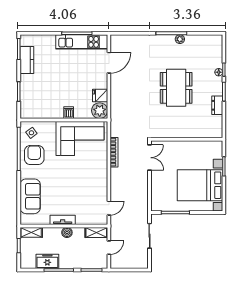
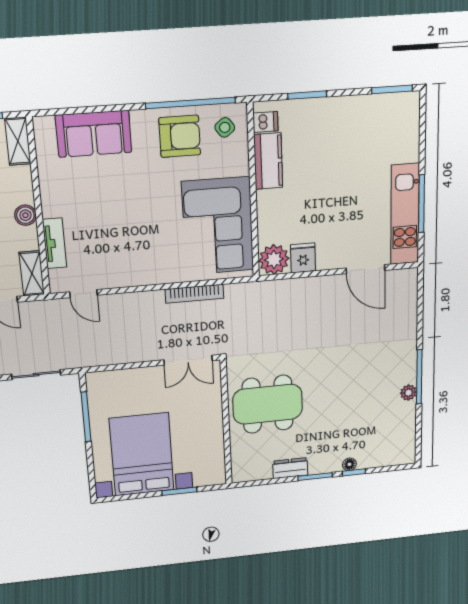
kitchen counter: (27, 60) -> (268, 161), moved, turned -90
dining table: (176, 88) -> (268, 404), moved
dishwasher: (69, 113) -> (265, 122), moved
tv unit: (63, 220) -> (54, 243), moved

